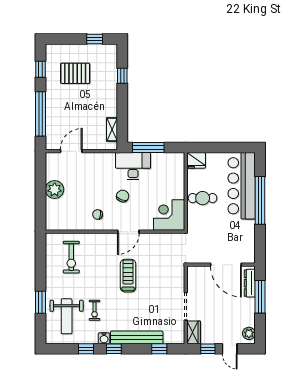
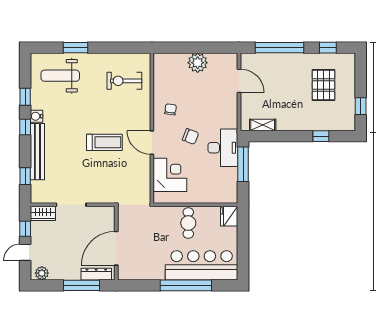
corner desk: (169, 215) -> (170, 175), moved
exercise bike: (95, 310) -> (67, 106), removed

